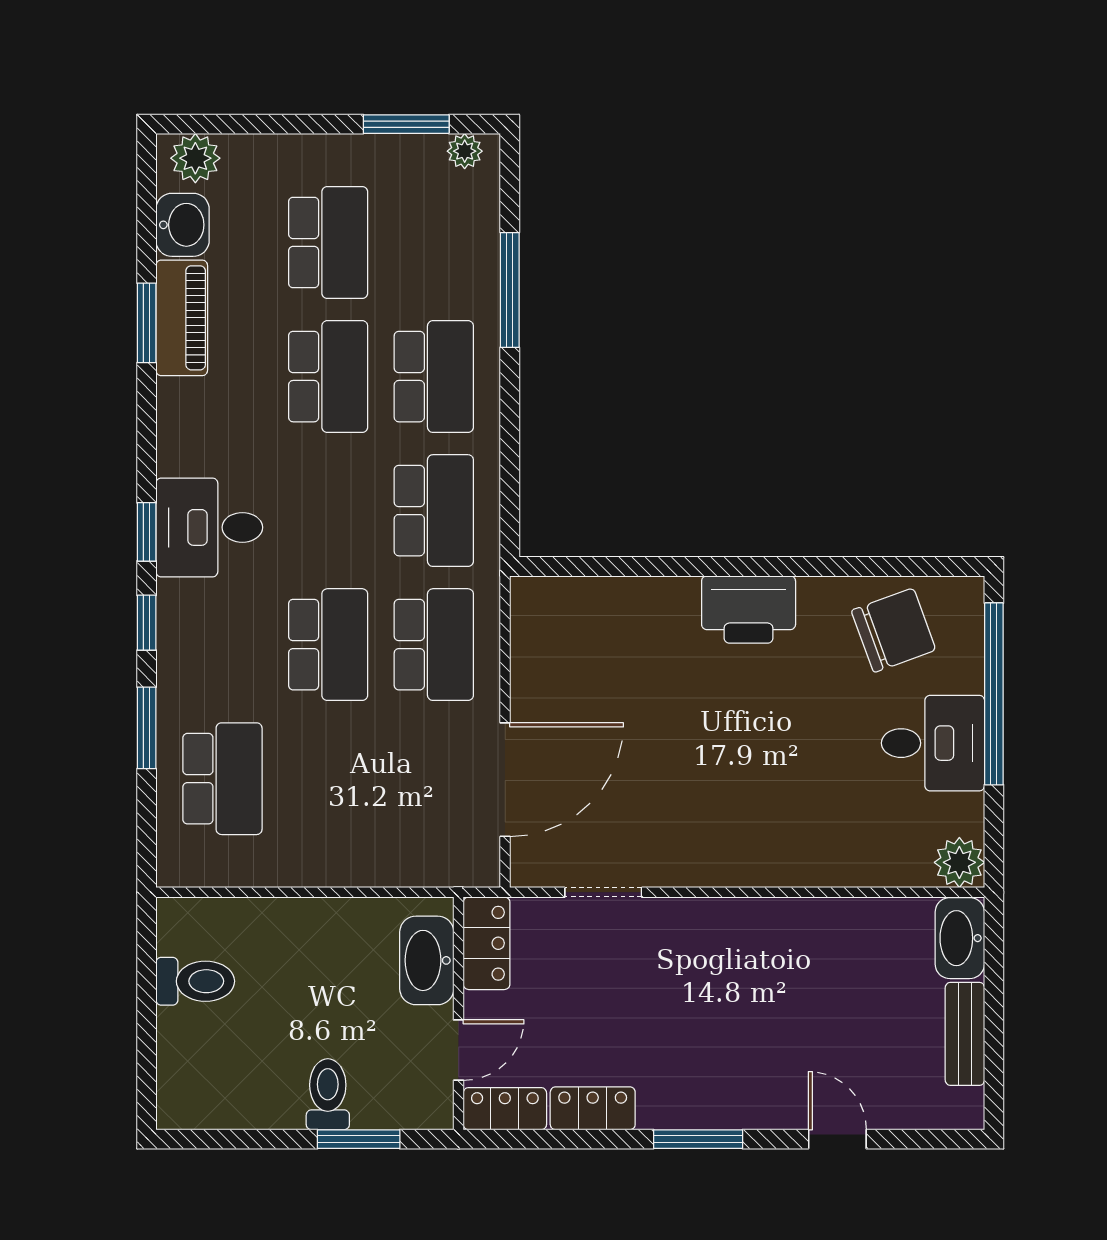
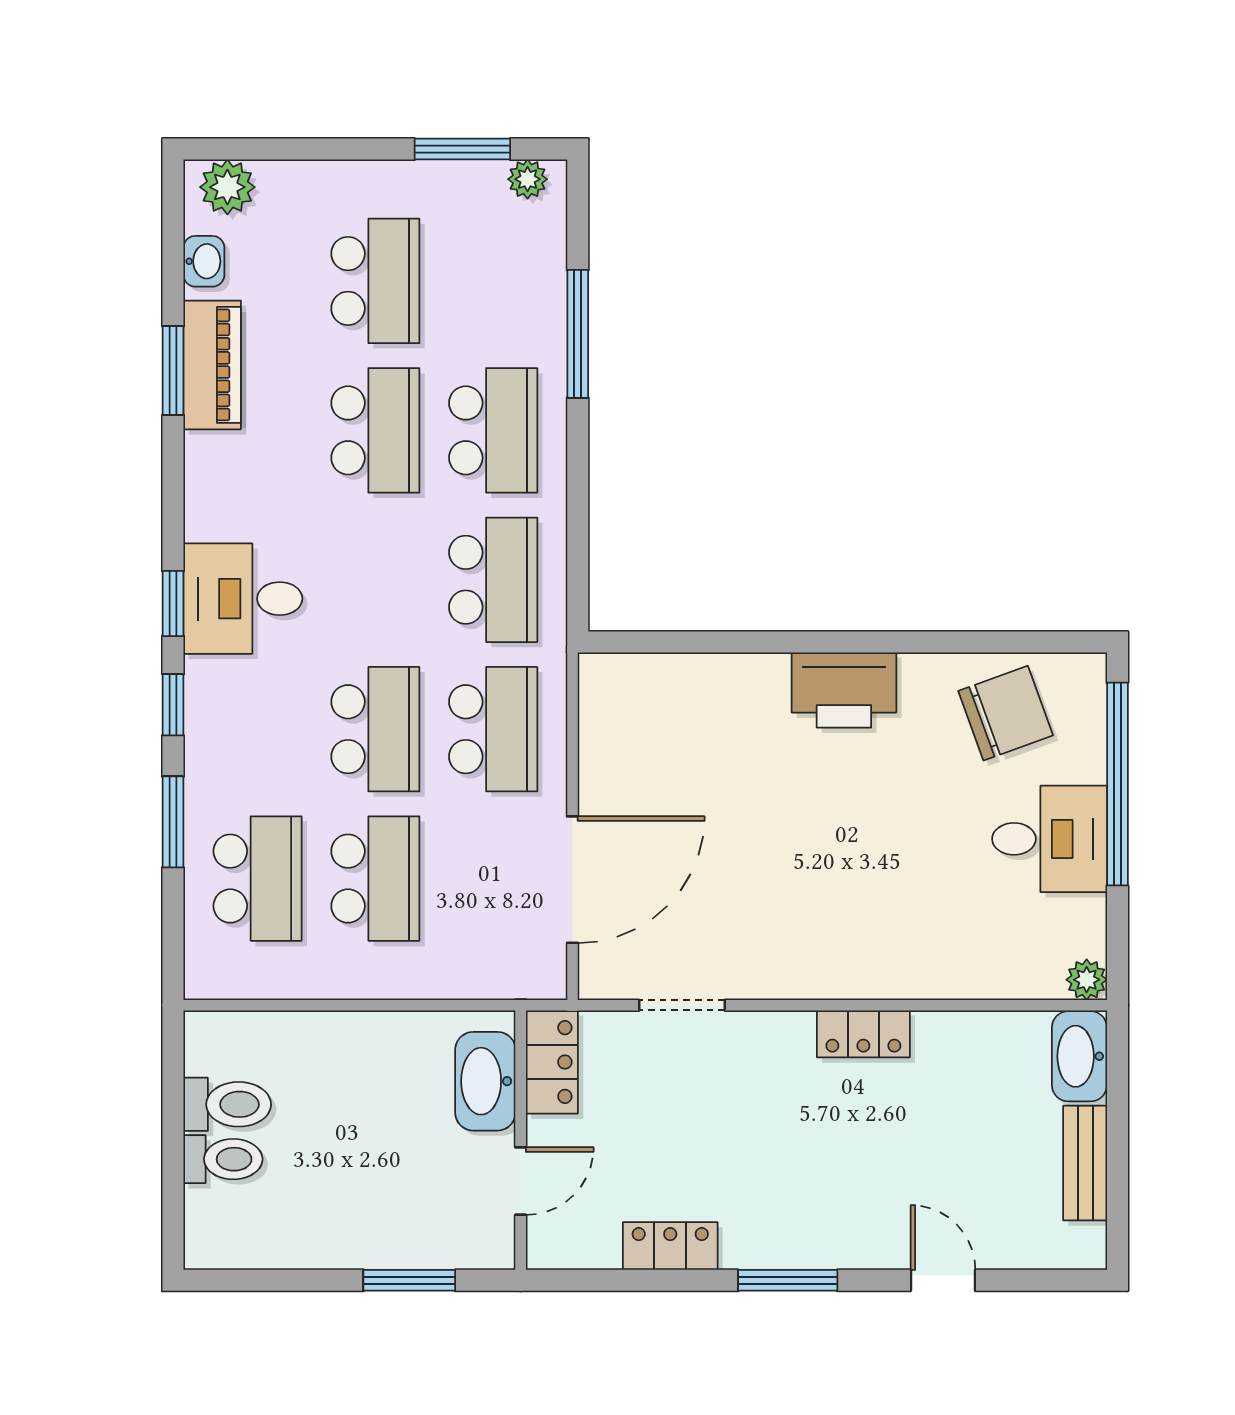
washbasin: (183, 225) -> (204, 261), width x0.72, depth x0.69
school desk: (328, 779) -> (375, 879), added
plant: (959, 862) -> (1087, 980), width x0.73, depth x0.73
toilet: (328, 1094) -> (223, 1159), moved, turned 90
locker: (505, 1109) -> (863, 1034), moved, turned 180

